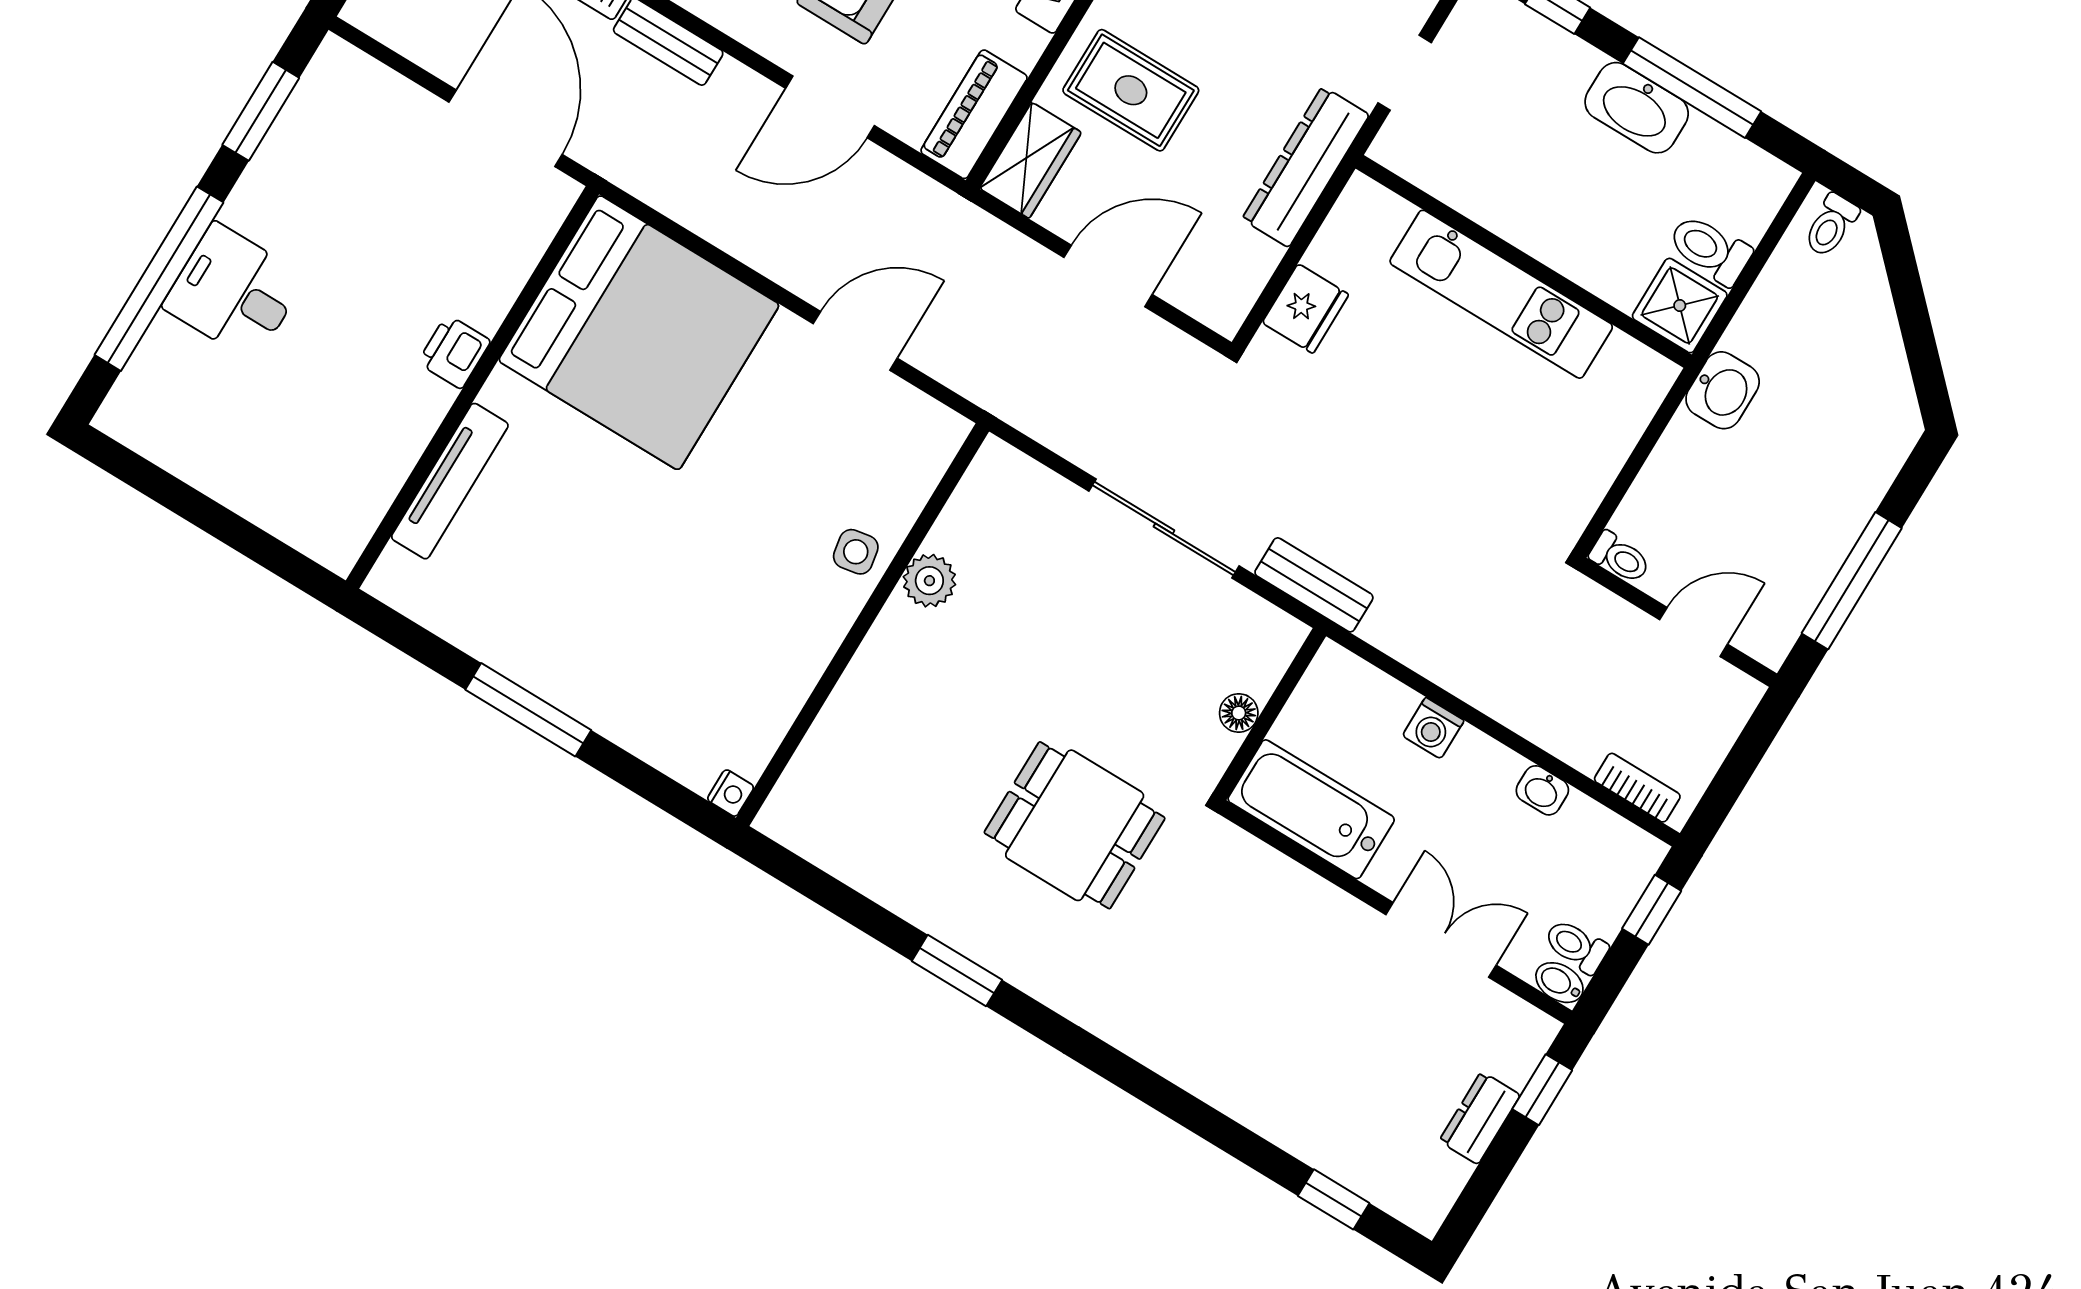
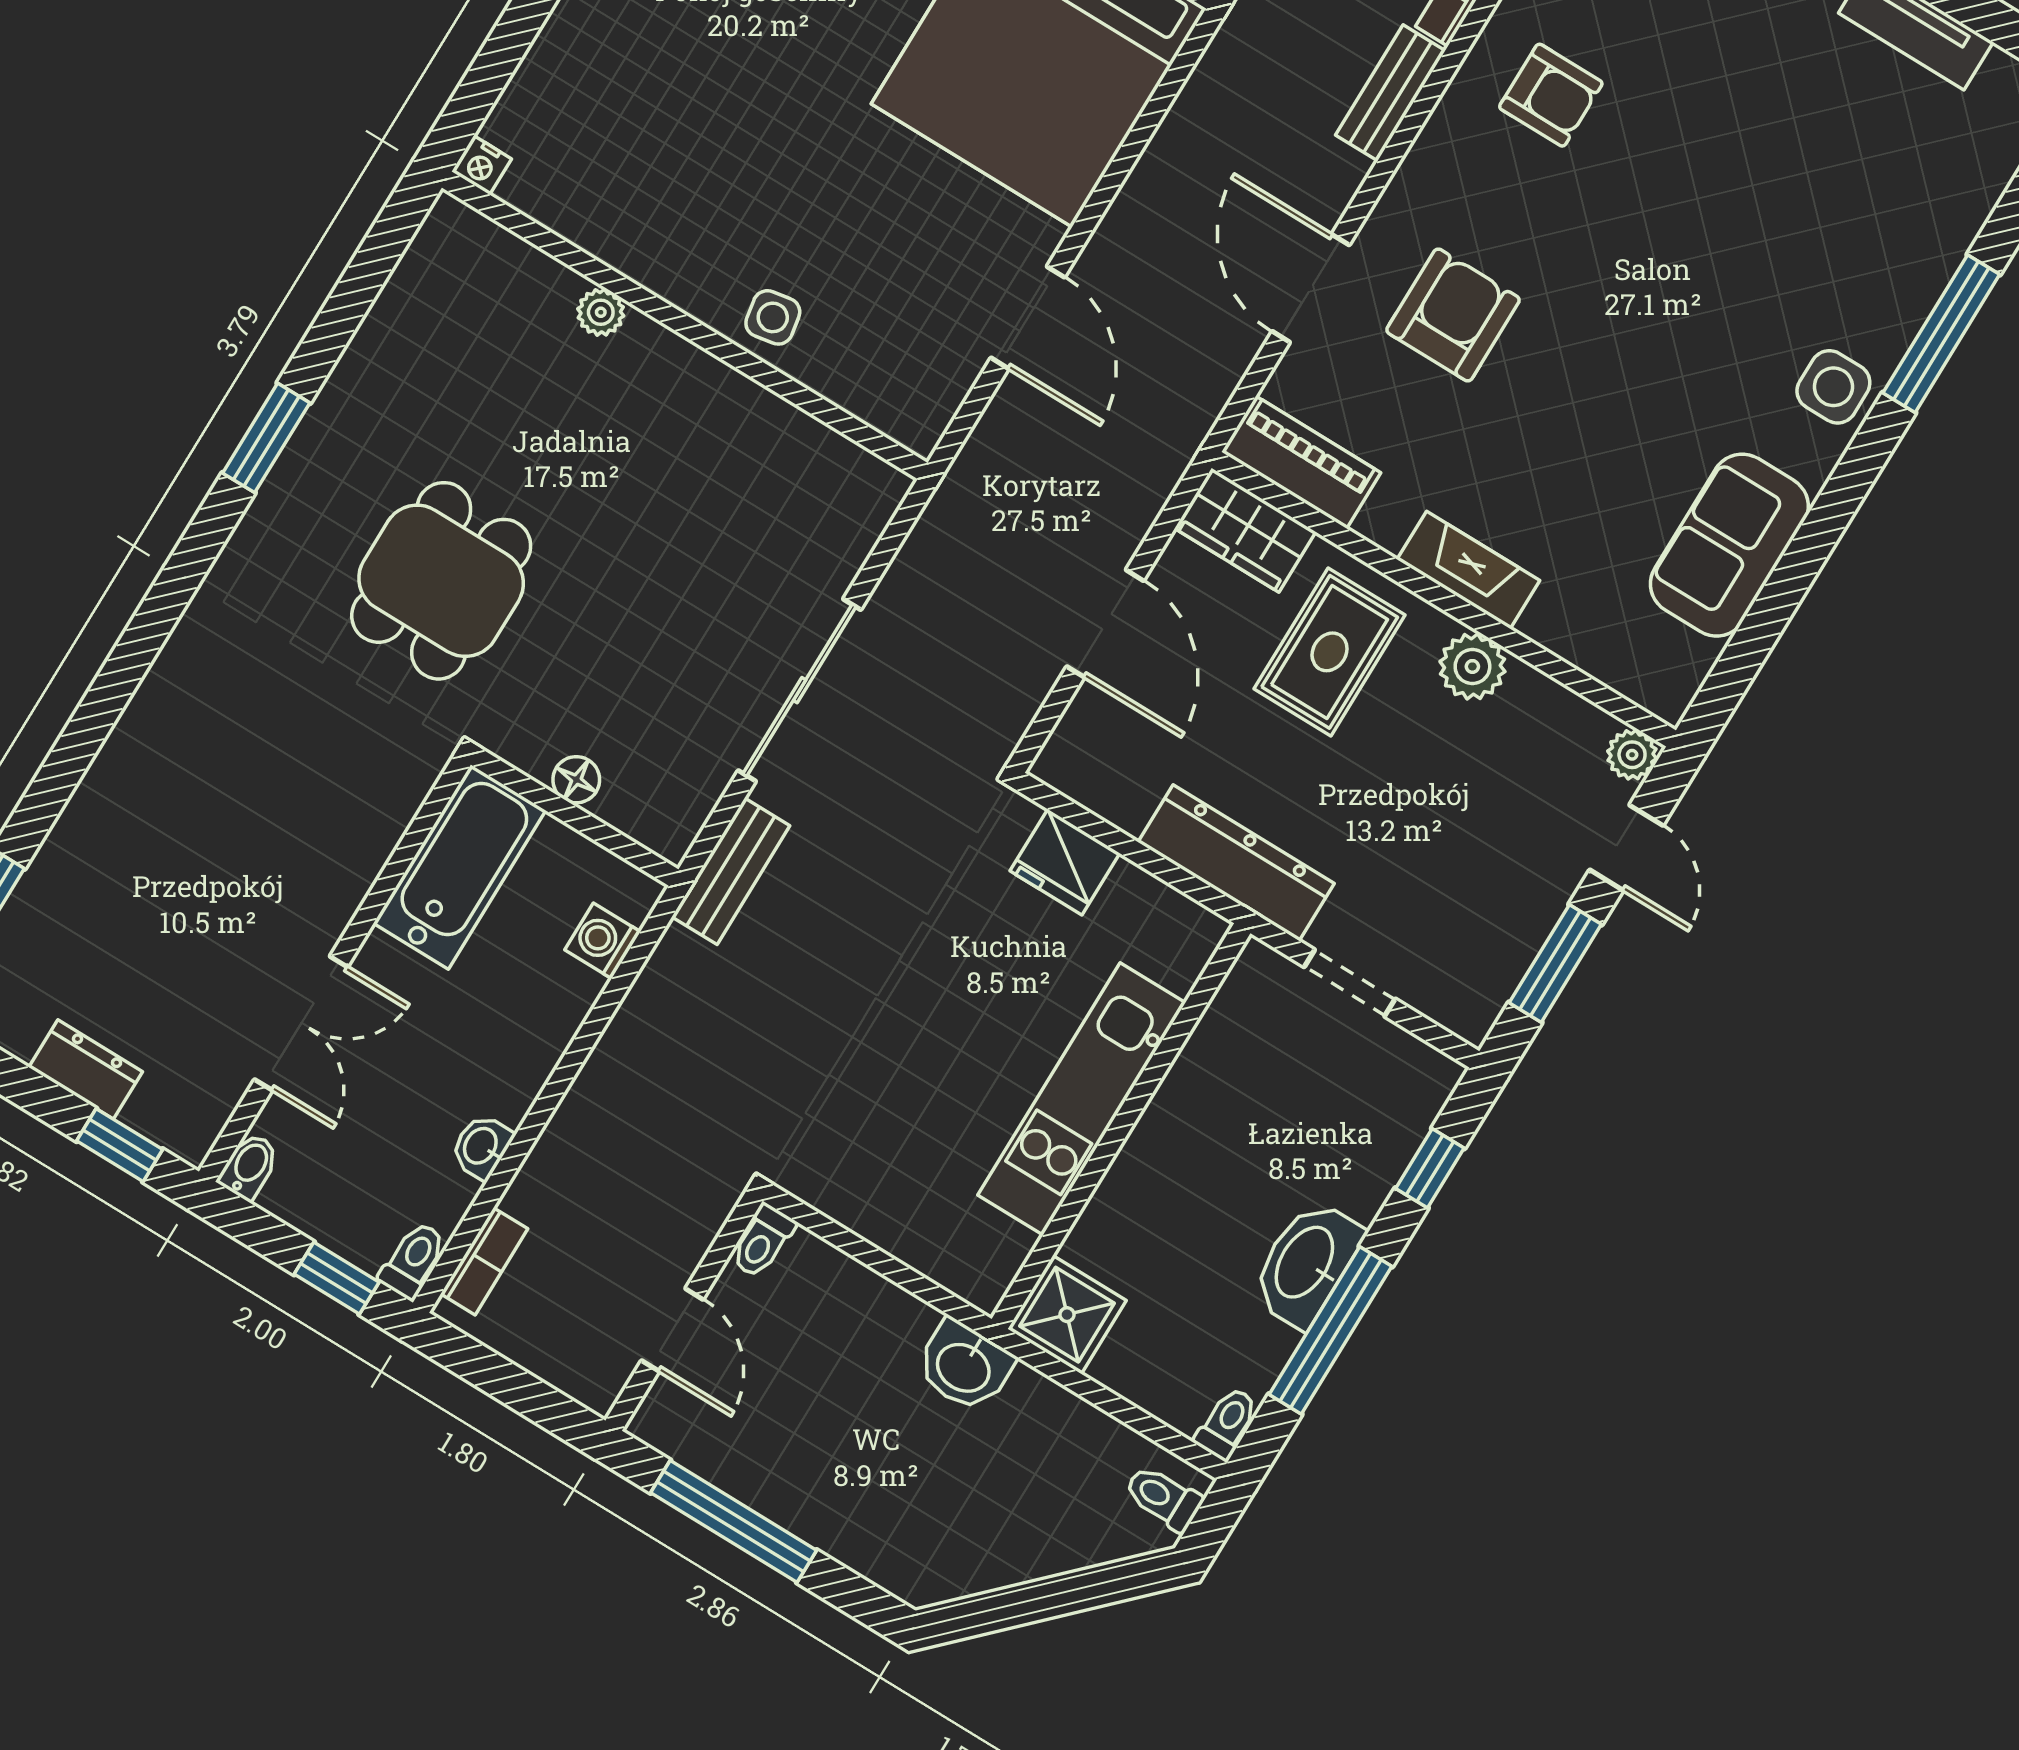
toilet: (1710, 249) -> (1227, 1423), moved, width x0.73, depth x0.72
plant: (929, 581) -> (601, 312), moved, width x0.73, depth x0.73
washing machine: (1433, 728) -> (603, 941), moved
toilet: (1576, 946) -> (413, 1260), moved

